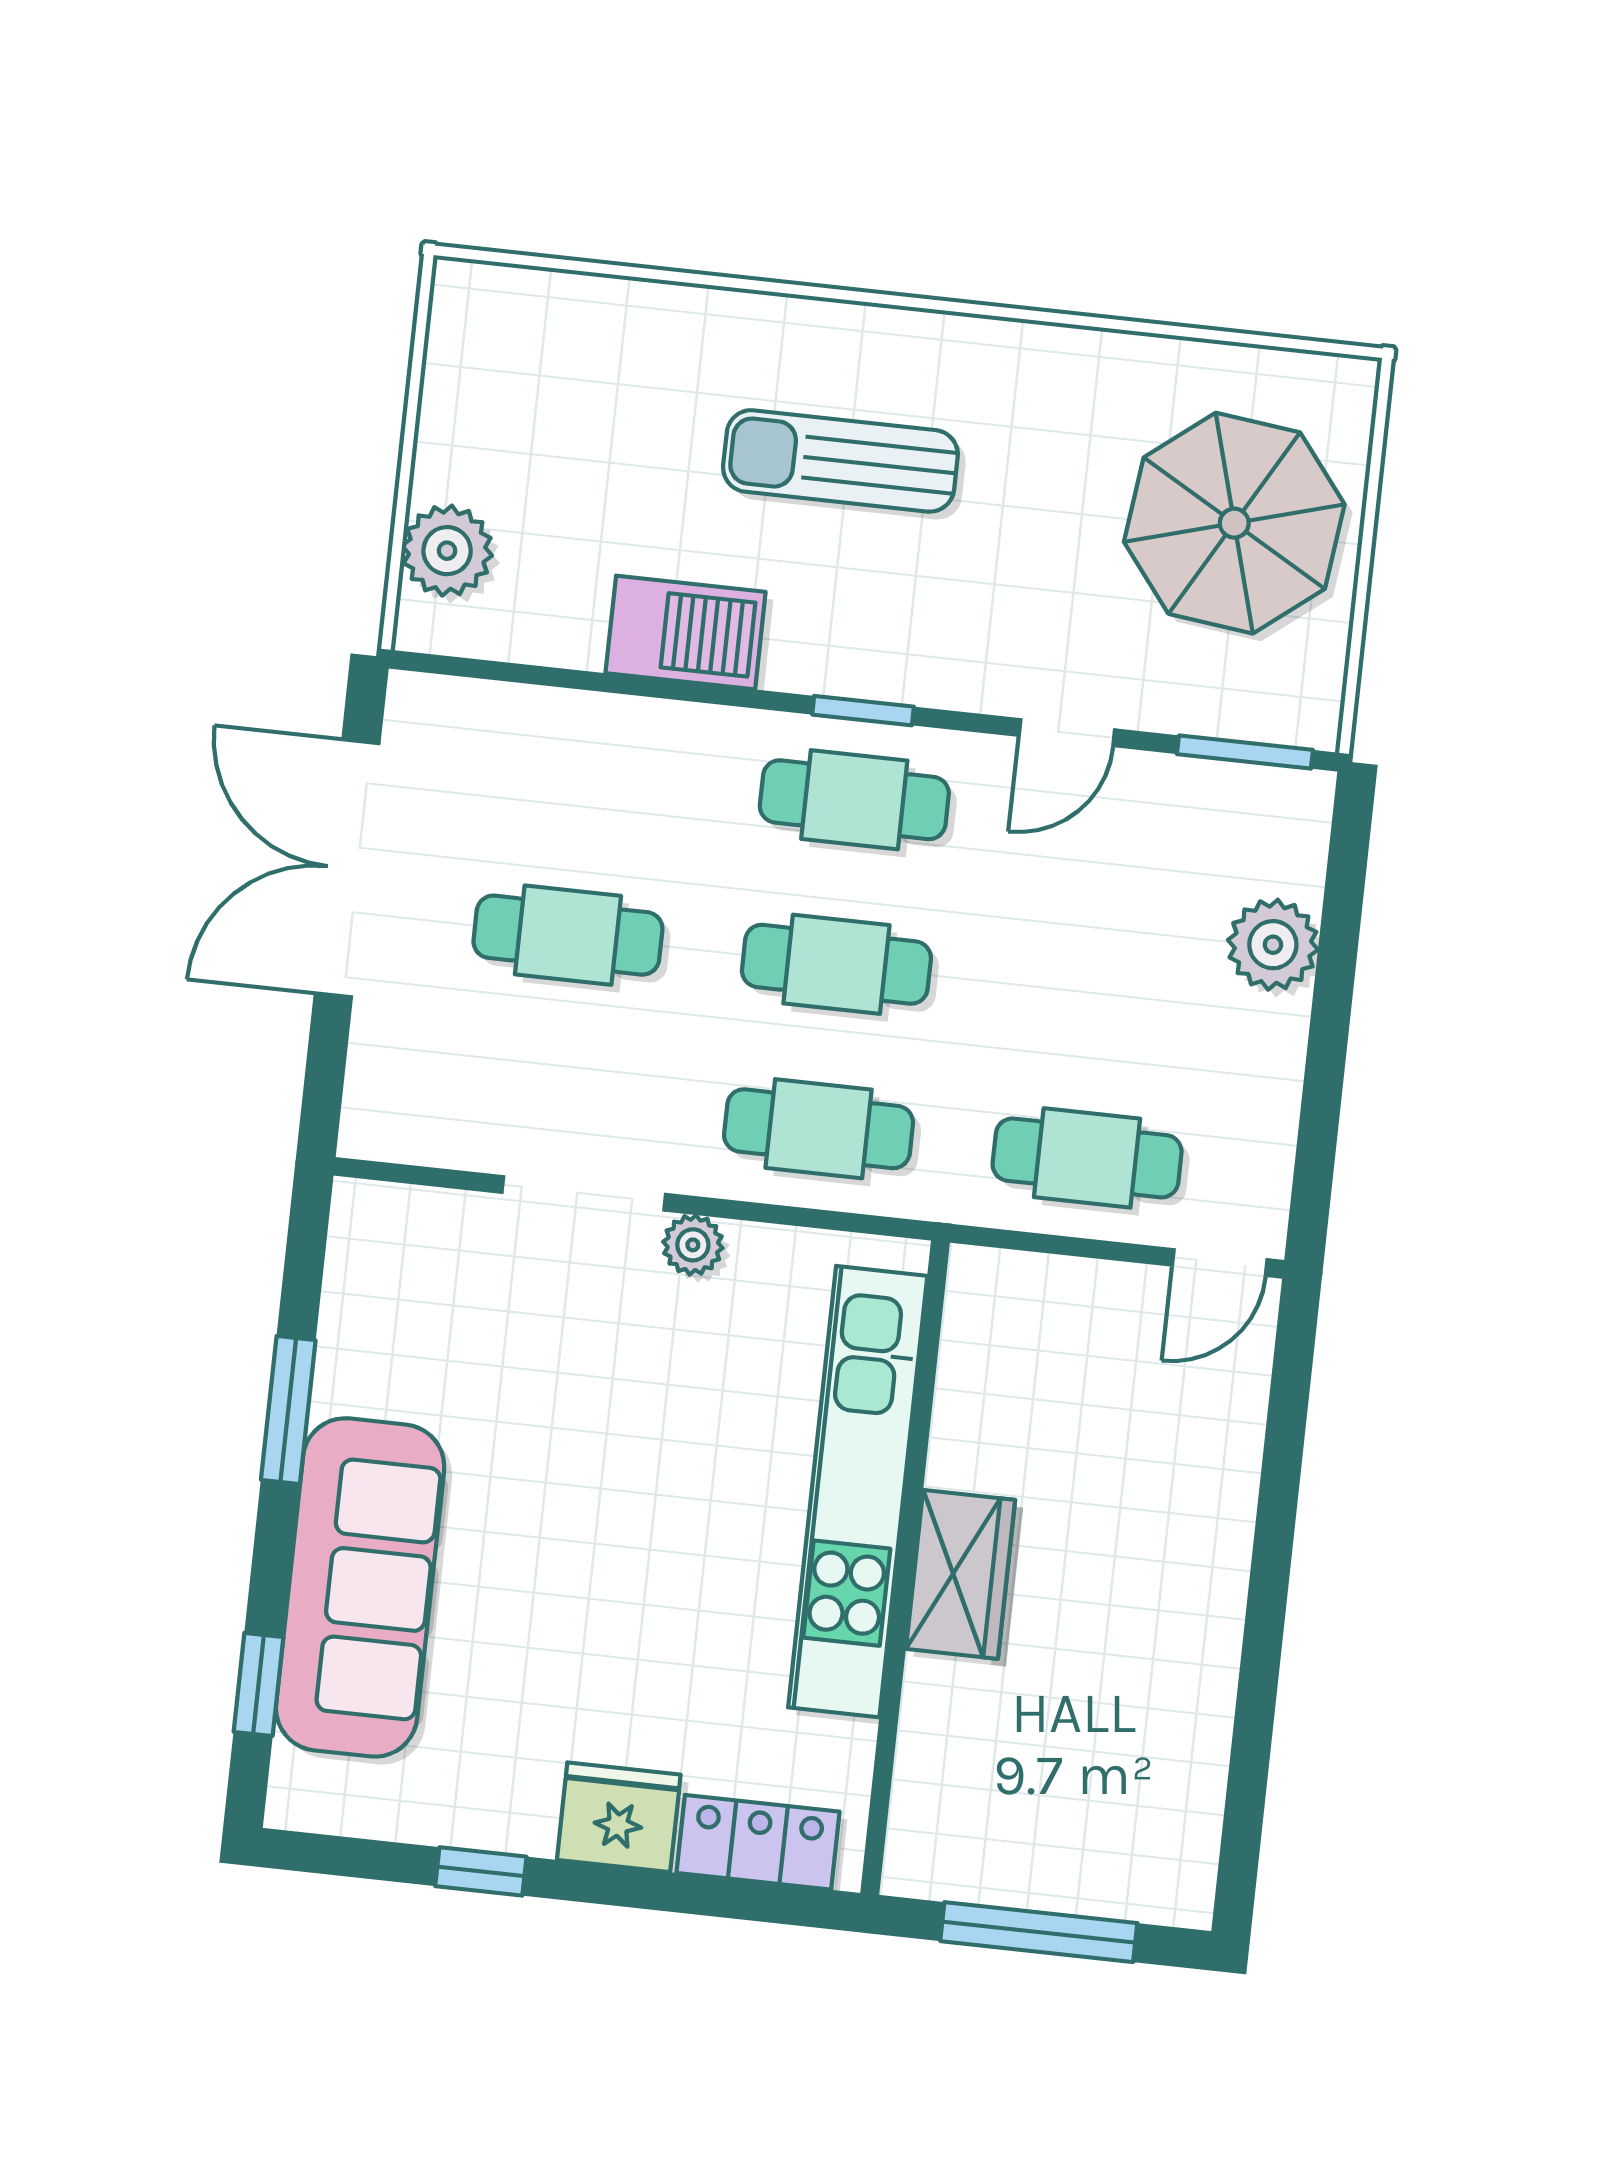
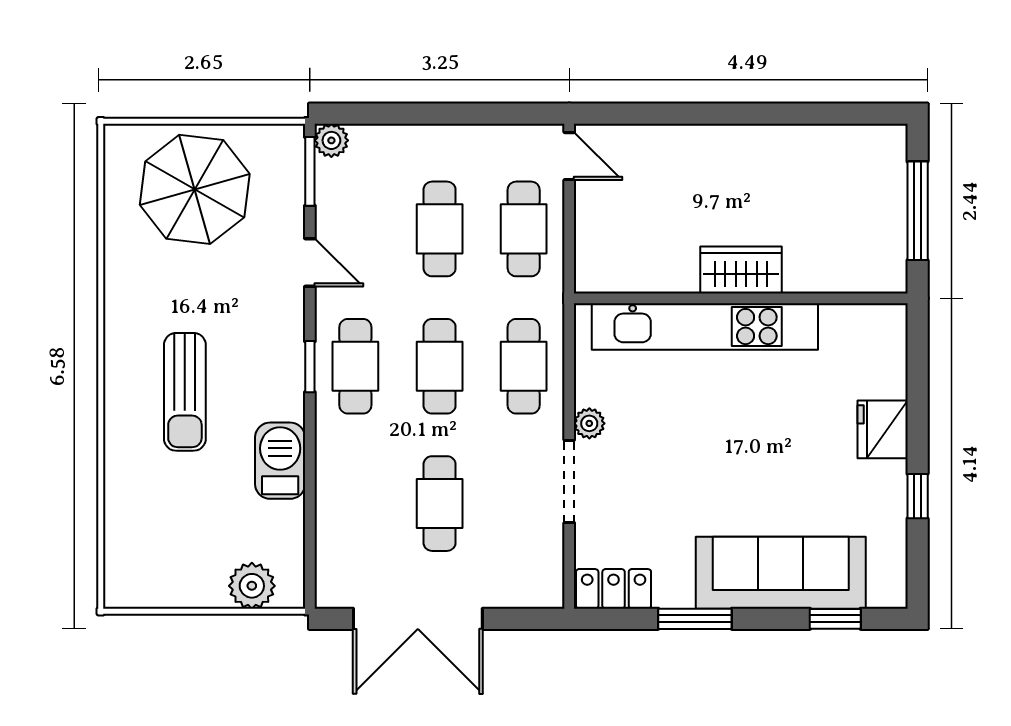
plant: (1273, 945) -> (331, 140), moved, width x0.73, depth x0.73
cafe table: (1105, 993) -> (440, 229), added
locker: (758, 1842) -> (614, 589), moved, turned 90

